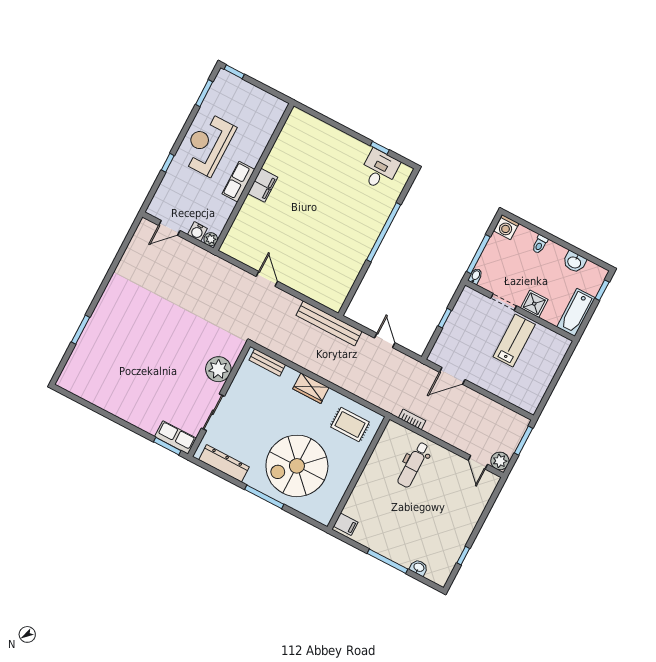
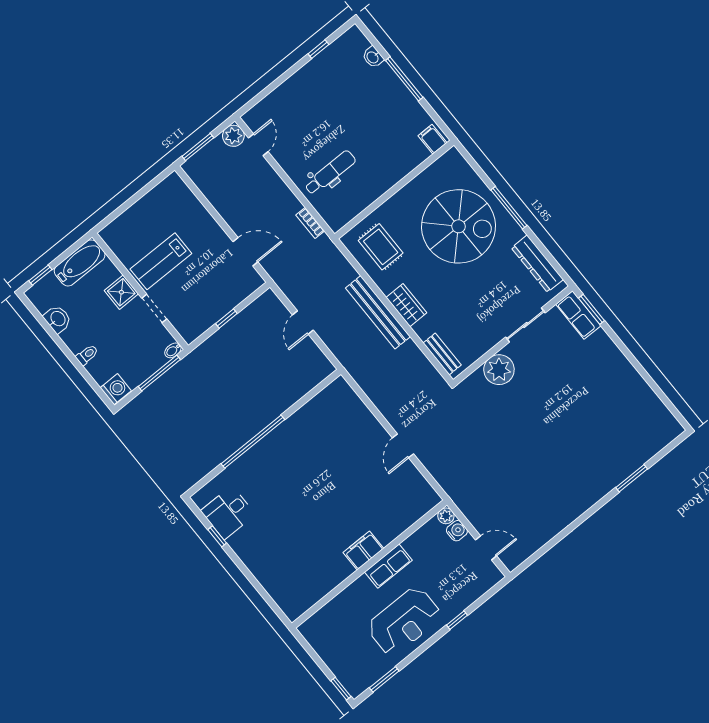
bench: (329, 323) -> (378, 312), moved

